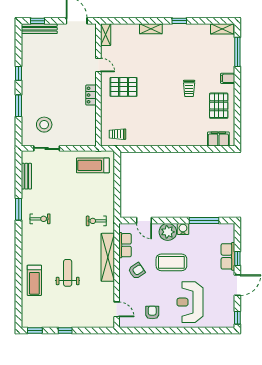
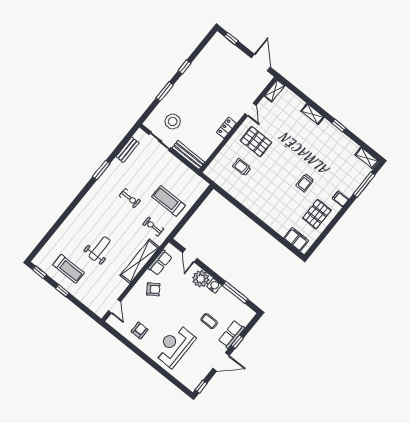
bench: (39, 29) -> (188, 155), moved
trolley: (117, 134) -> (242, 167), moved
treadmill: (93, 165) -> (168, 201), moved
exercise bike: (40, 219) -> (130, 198), moved
coffee table: (171, 262) -> (209, 321), moved, width x0.54, depth x0.58
treadmill: (34, 280) -> (69, 269), moved, turned -90

